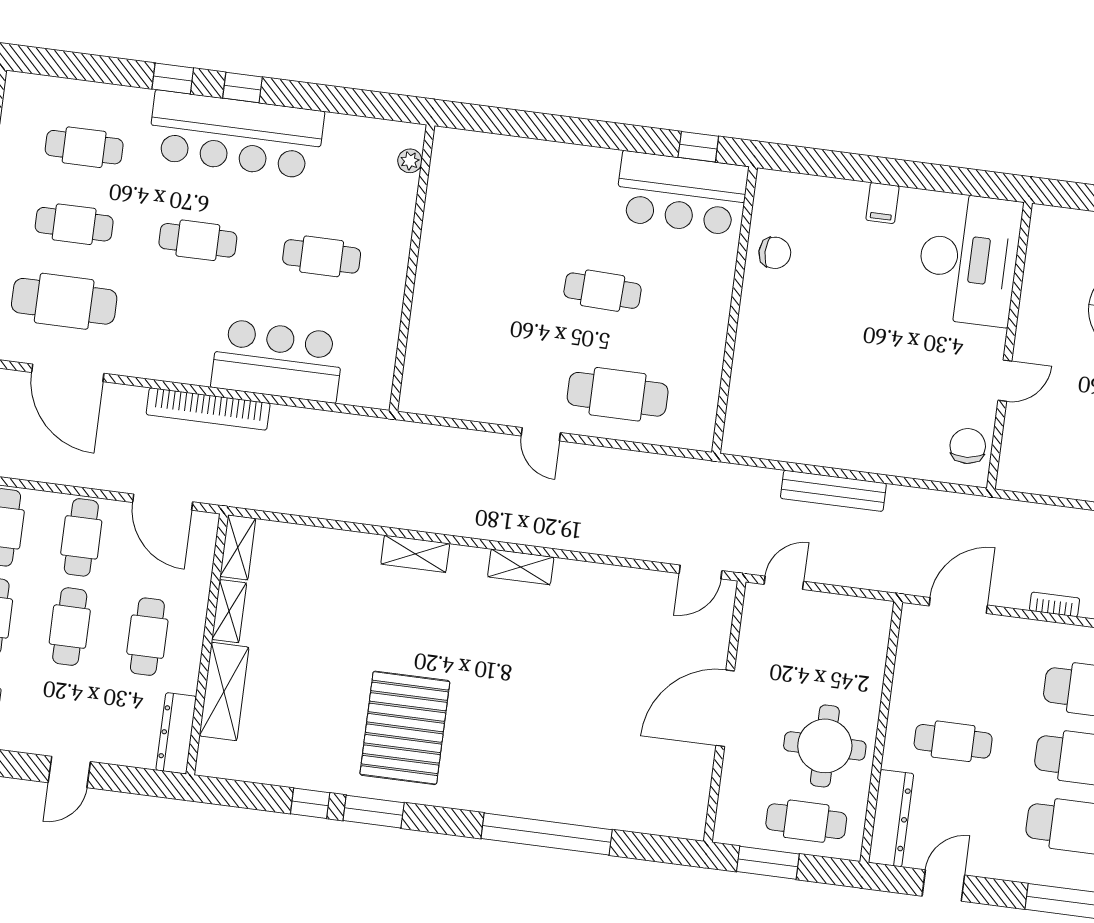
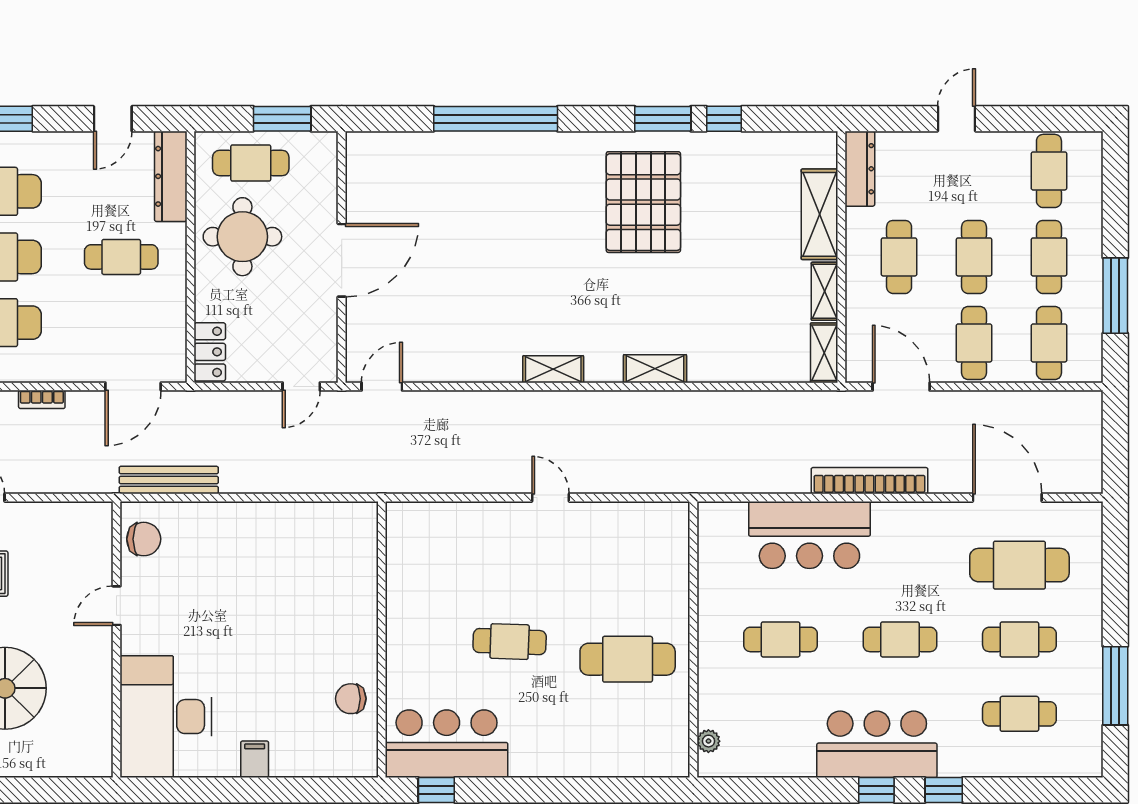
bar counter: (236, 135) -> (877, 744), width x0.73
cafe table: (618, 394) -> (628, 659), moved
chair: (968, 446) -> (144, 539), turned -85
bench: (833, 491) -> (169, 480), moved
locker: (874, 631) -> (210, 352), added

